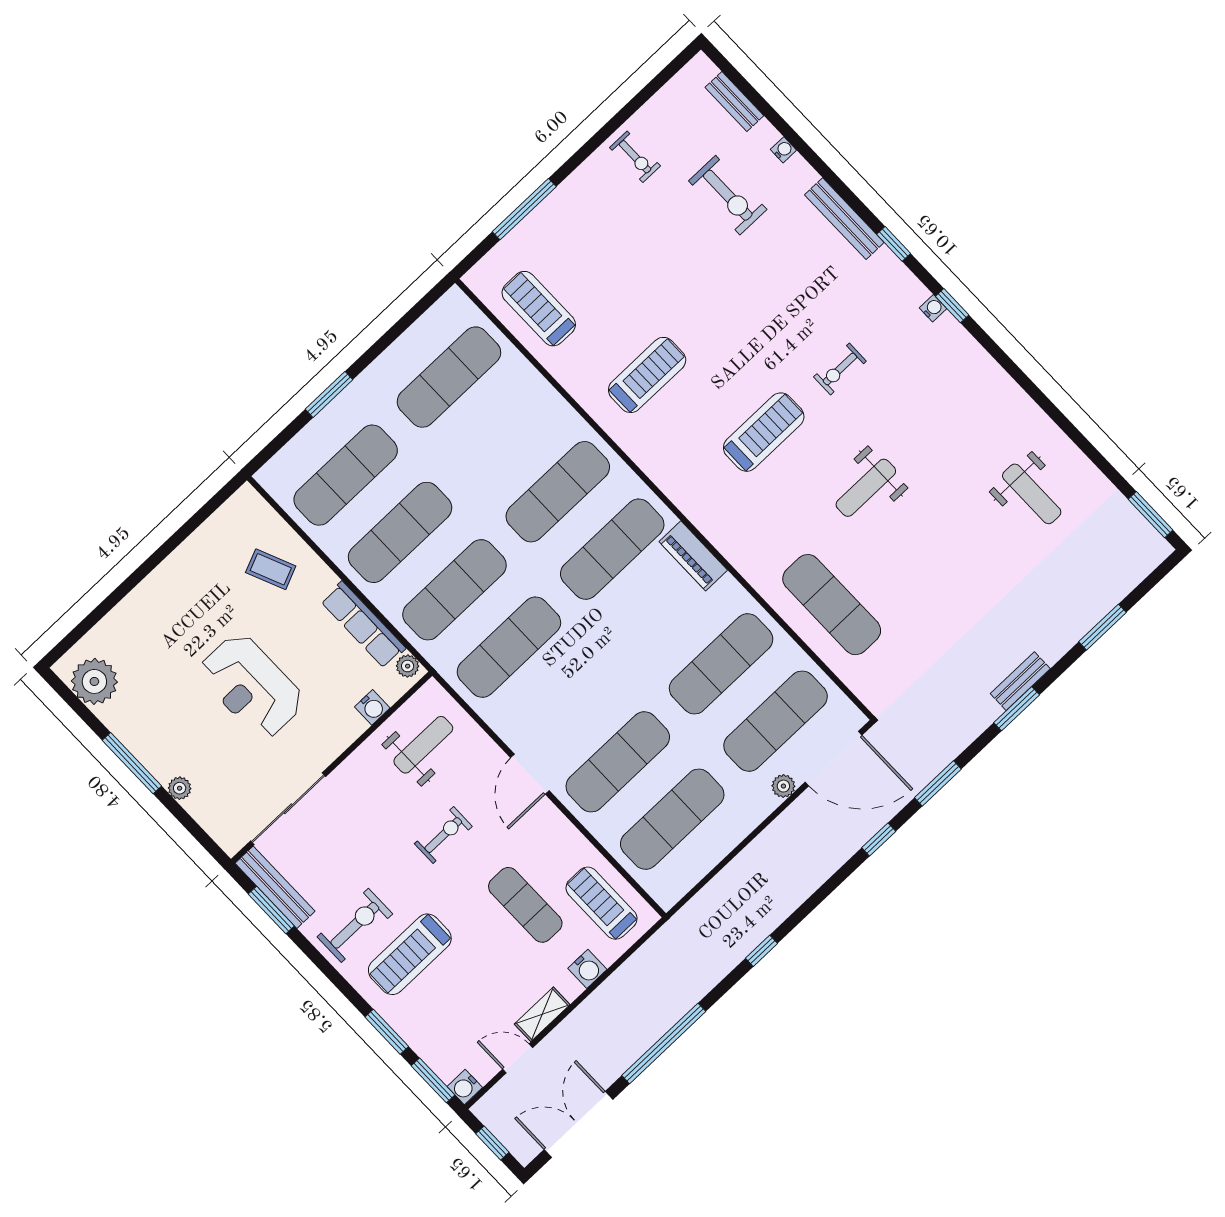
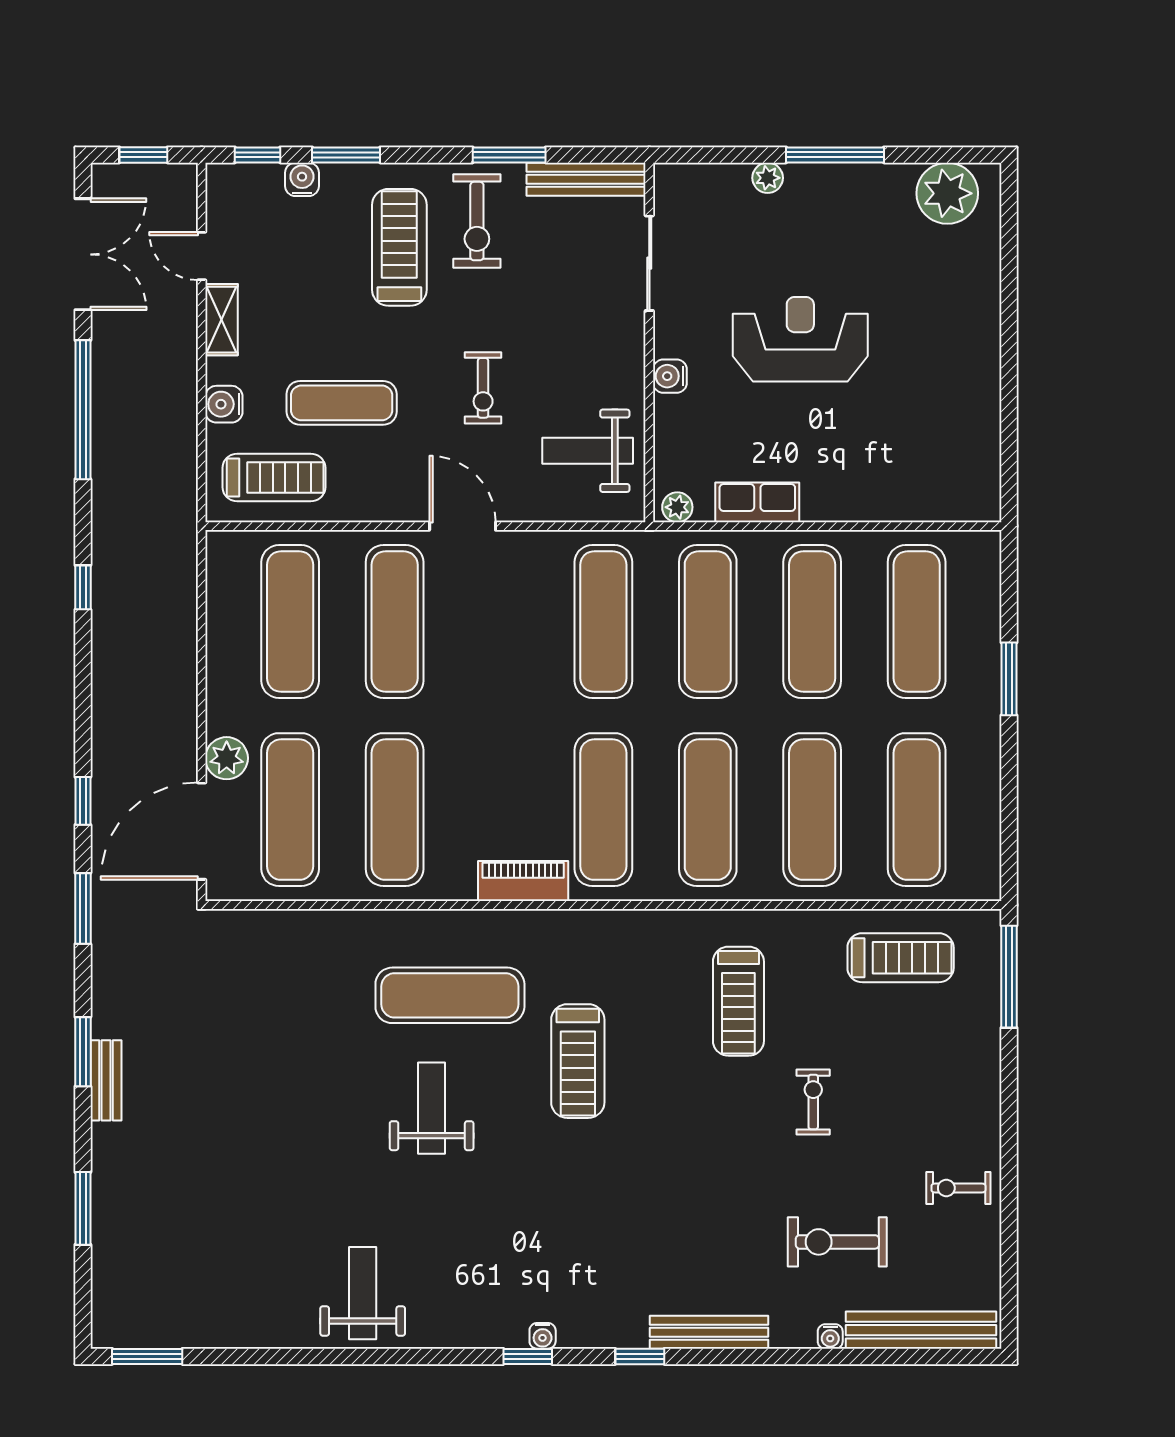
bench: (734, 102) -> (921, 1330), width x1.86, depth x1.21
window: (524, 209) -> (1009, 977), moved
exercise bike: (840, 369) -> (813, 1102), moved
exercise mat: (503, 434) -> (812, 810), added
weight bench: (1032, 494) -> (363, 1293), moved, turned 90
coffee table: (271, 569) -> (895, 464), removed
exercise mat: (832, 605) -> (450, 995), moved
row of seats: (363, 625) -> (757, 502), width x0.68
water cooler: (372, 707) -> (670, 376), moved
weight bench: (423, 745) -> (588, 451), turned 90
plant: (783, 786) -> (227, 758), width x1.38, depth x1.38
sliding door: (288, 809) -> (649, 263), width x0.73
window: (271, 910) -> (509, 155), moved
door: (518, 1058) -> (202, 256), swing flipped
window: (433, 1080) -> (257, 155), width x0.67
water cooler: (465, 1087) -> (302, 179), moved

